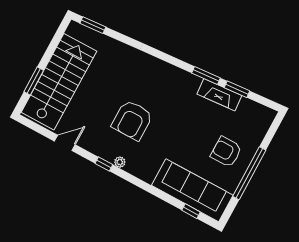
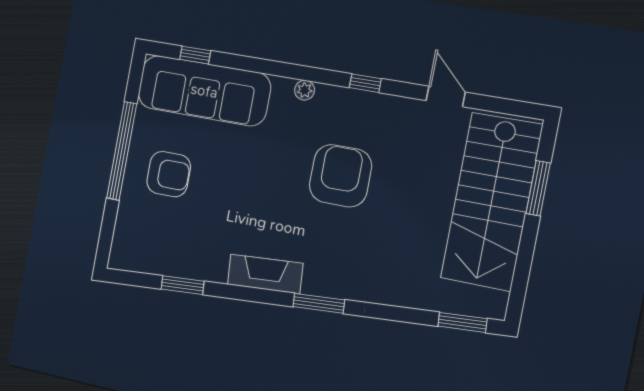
window: (206, 75) -> (319, 303), moved
fireplace: (219, 95) -> (265, 274), moved
door: (65, 143) -> (446, 96), swing flipped
plant: (120, 162) -> (305, 90), moved

